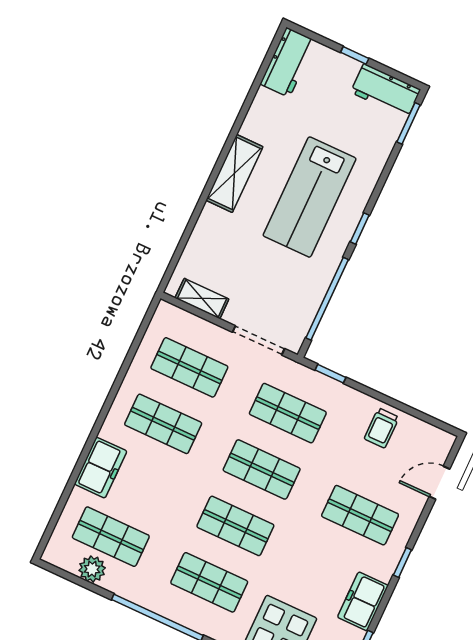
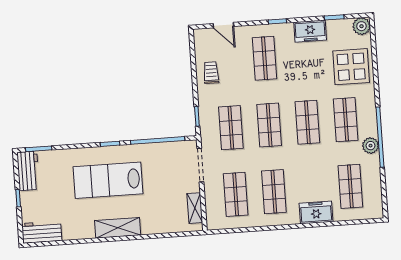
lab bench: (310, 197) -> (108, 180), turned 180
trolley: (382, 428) -> (211, 73), turned -90
plant: (92, 569) -> (371, 146), moved

